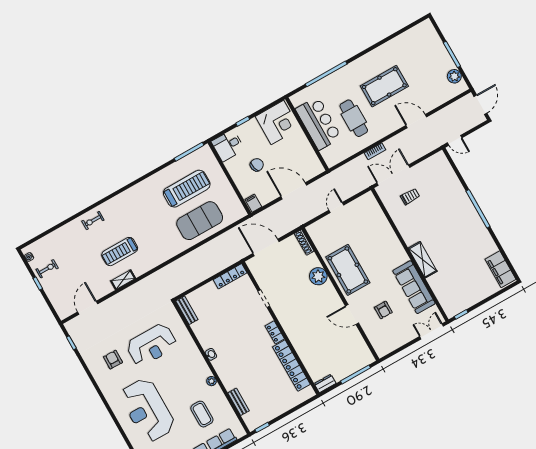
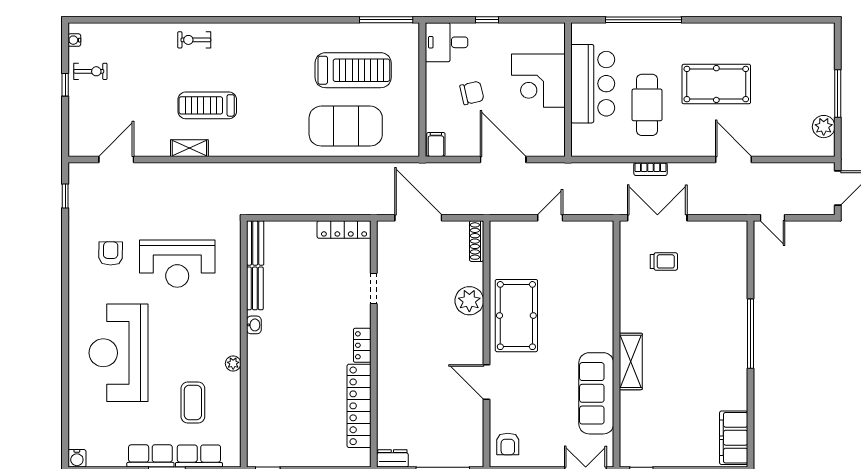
corner desk: (277, 122) -> (538, 81), moved, turned 90
armchair: (383, 310) -> (508, 444), moved
bench: (239, 402) -> (255, 288), moved

